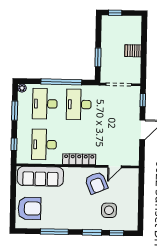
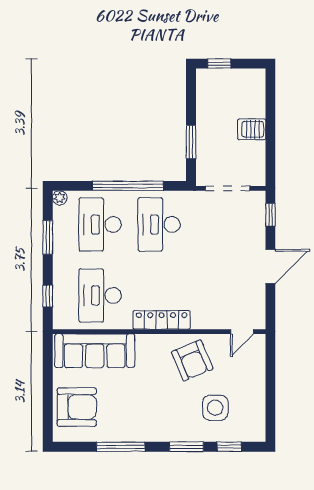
door: (115, 167) -> (242, 332), moved

